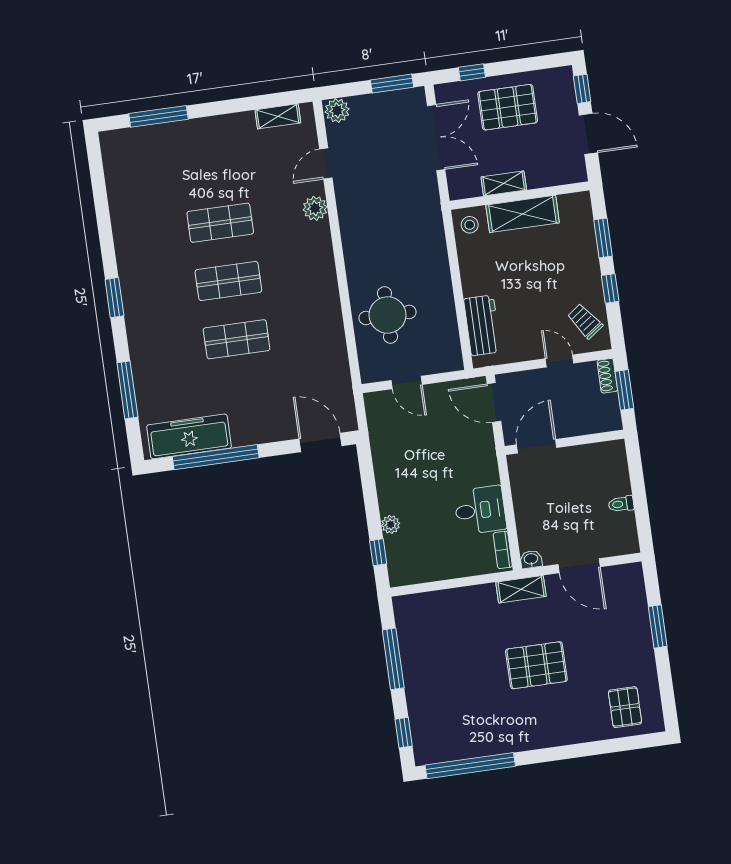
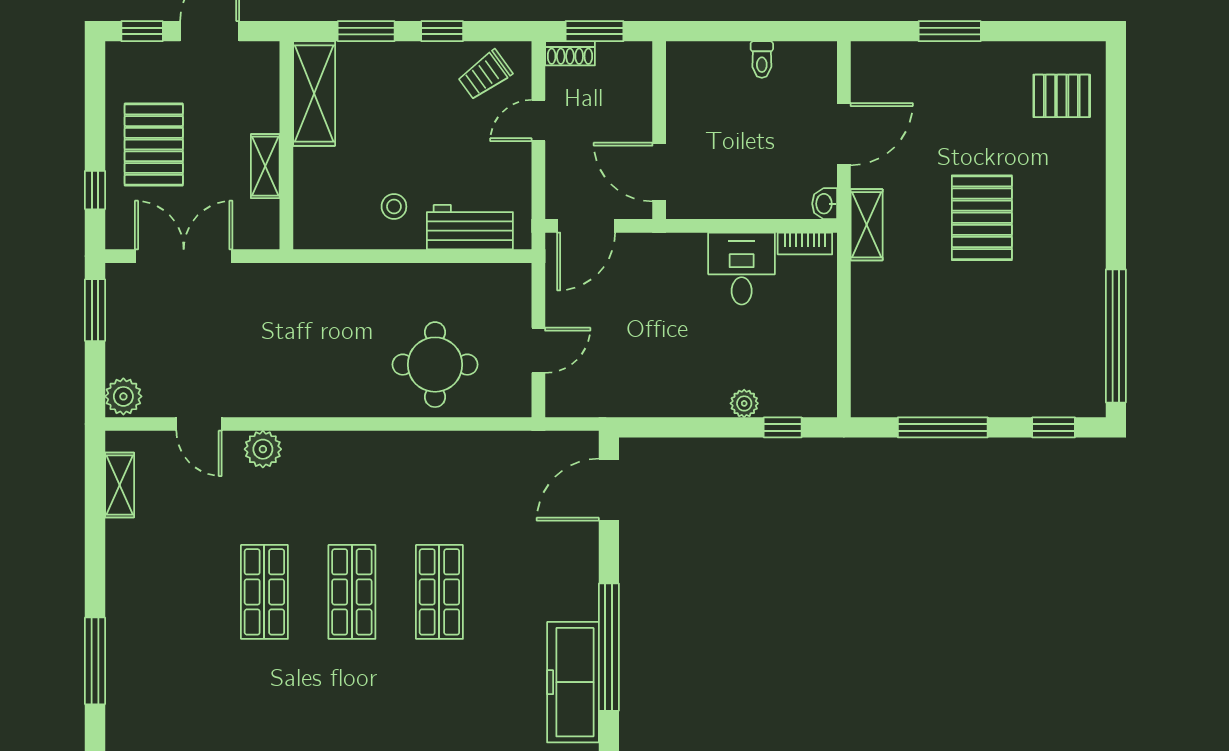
shelving: (523, 214) -> (314, 94), moved
stool: (470, 225) -> (394, 207), moved

